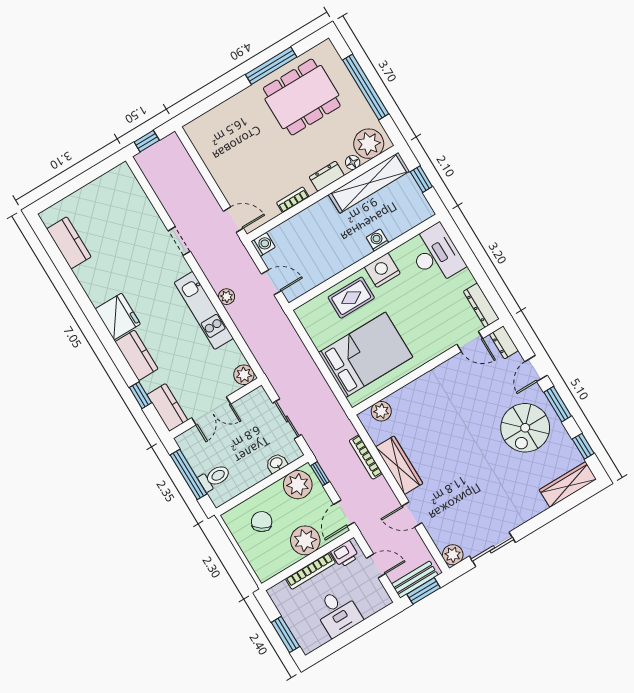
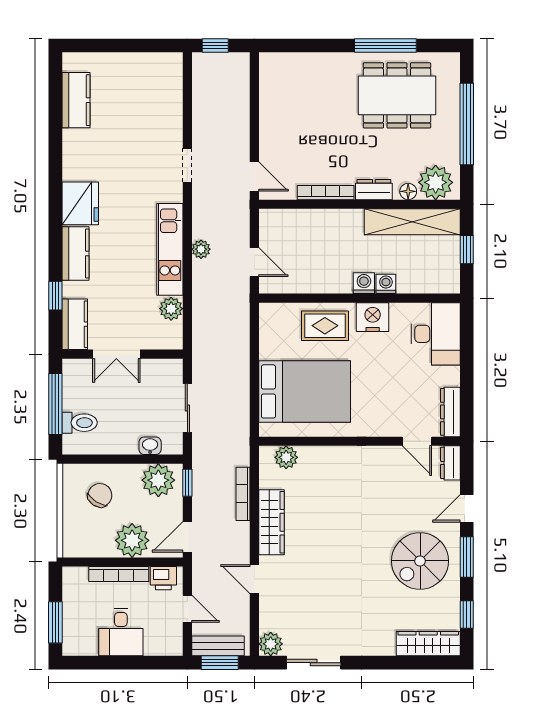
bookcase: (293, 200) -> (326, 193), width x1.56
washing machine: (263, 244) -> (364, 283), moved, turned -90
plant: (244, 375) -> (171, 309), moved

